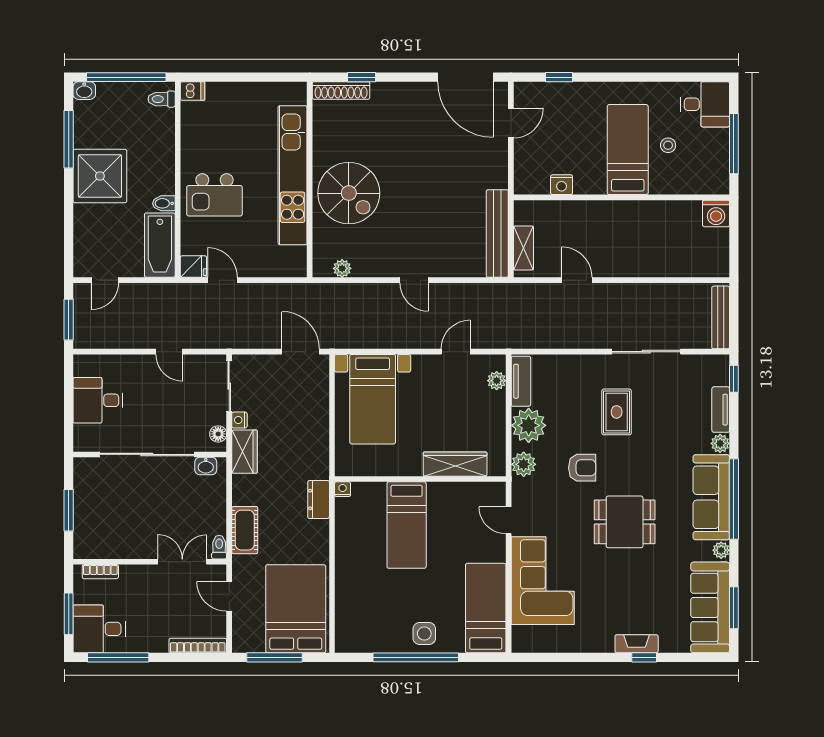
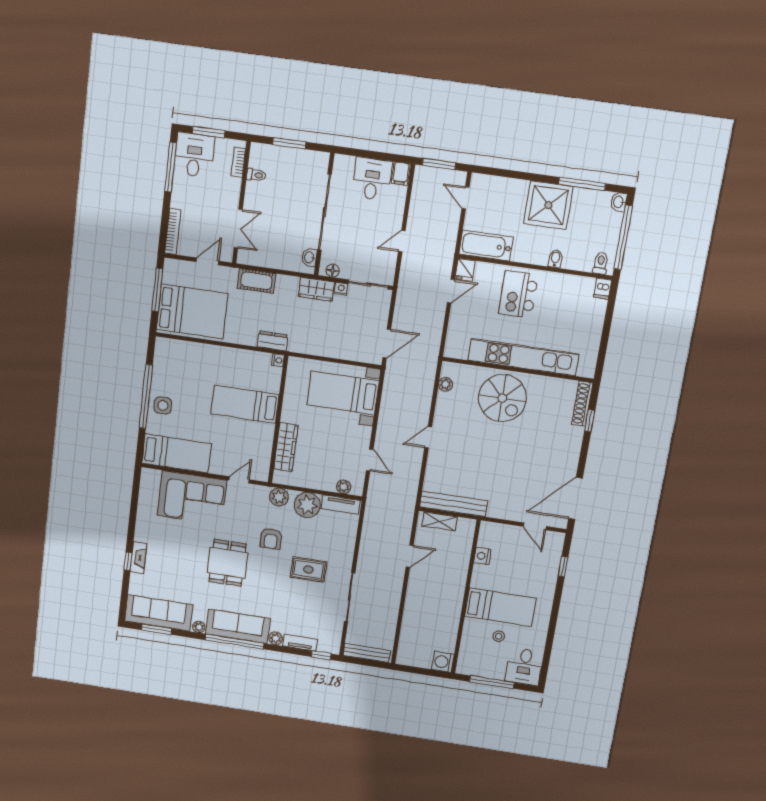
spiral stairs: (349, 193) -> (502, 398), turned -90
bidet: (164, 203) -> (555, 259), moved
filing cabinet: (87, 365) -> (401, 174), added
toilet: (219, 547) -> (256, 175), moved

